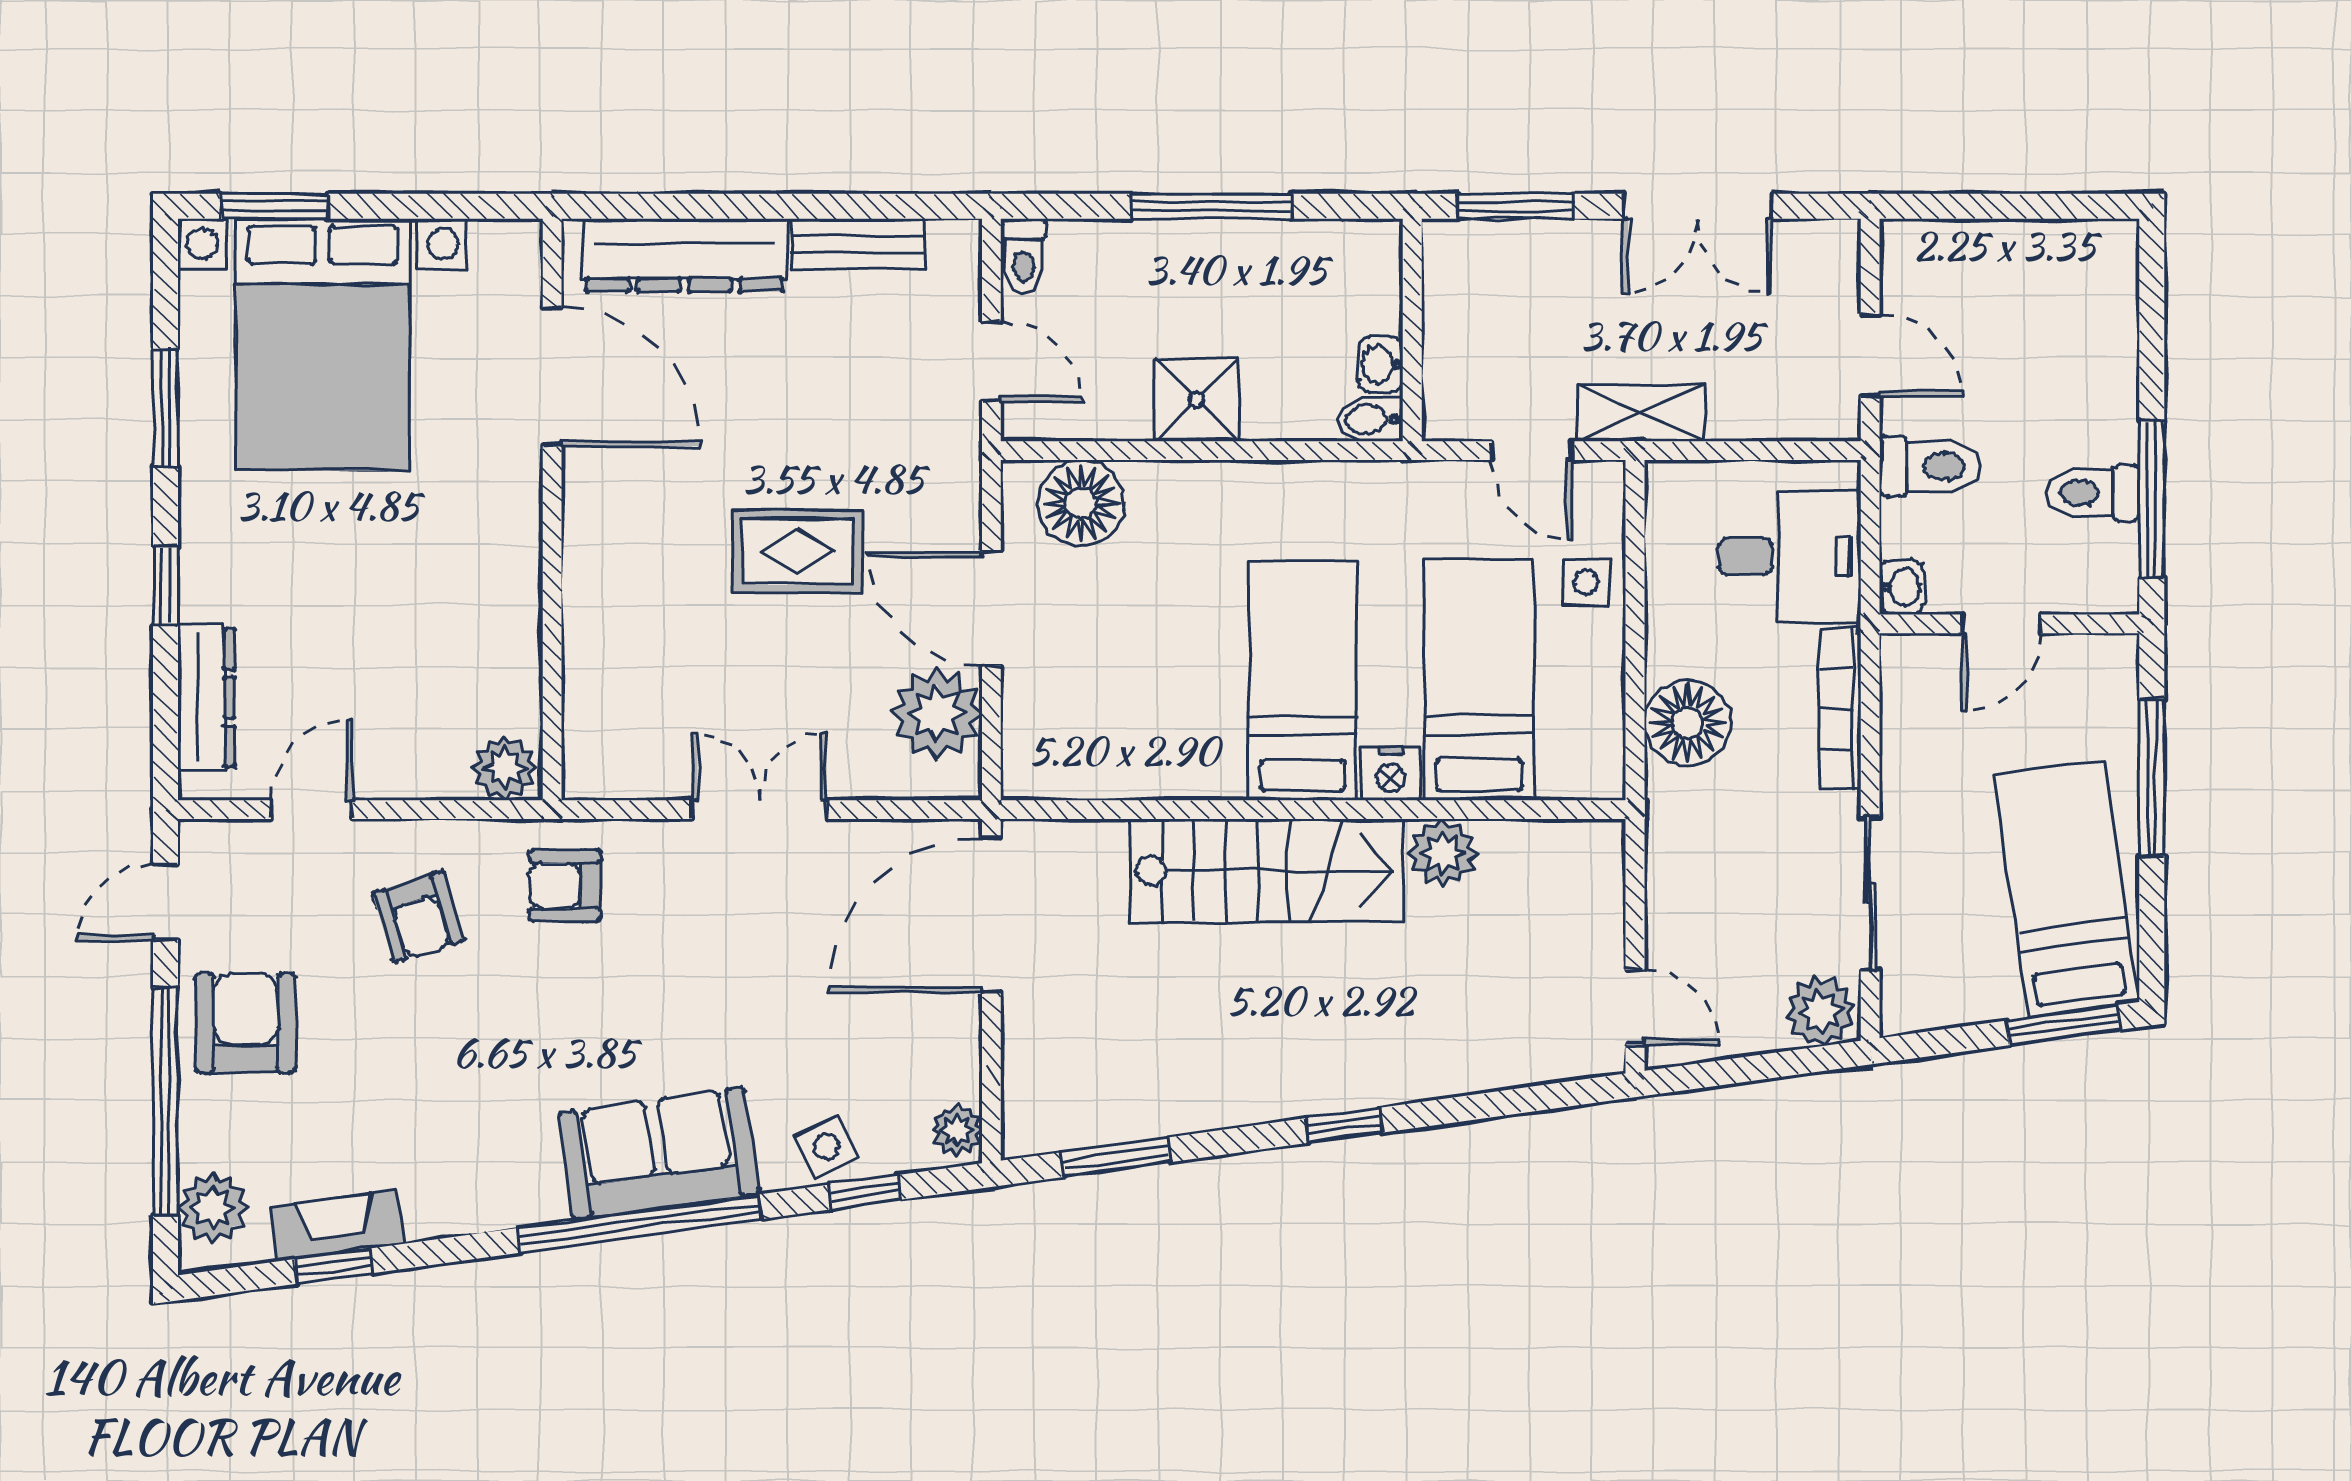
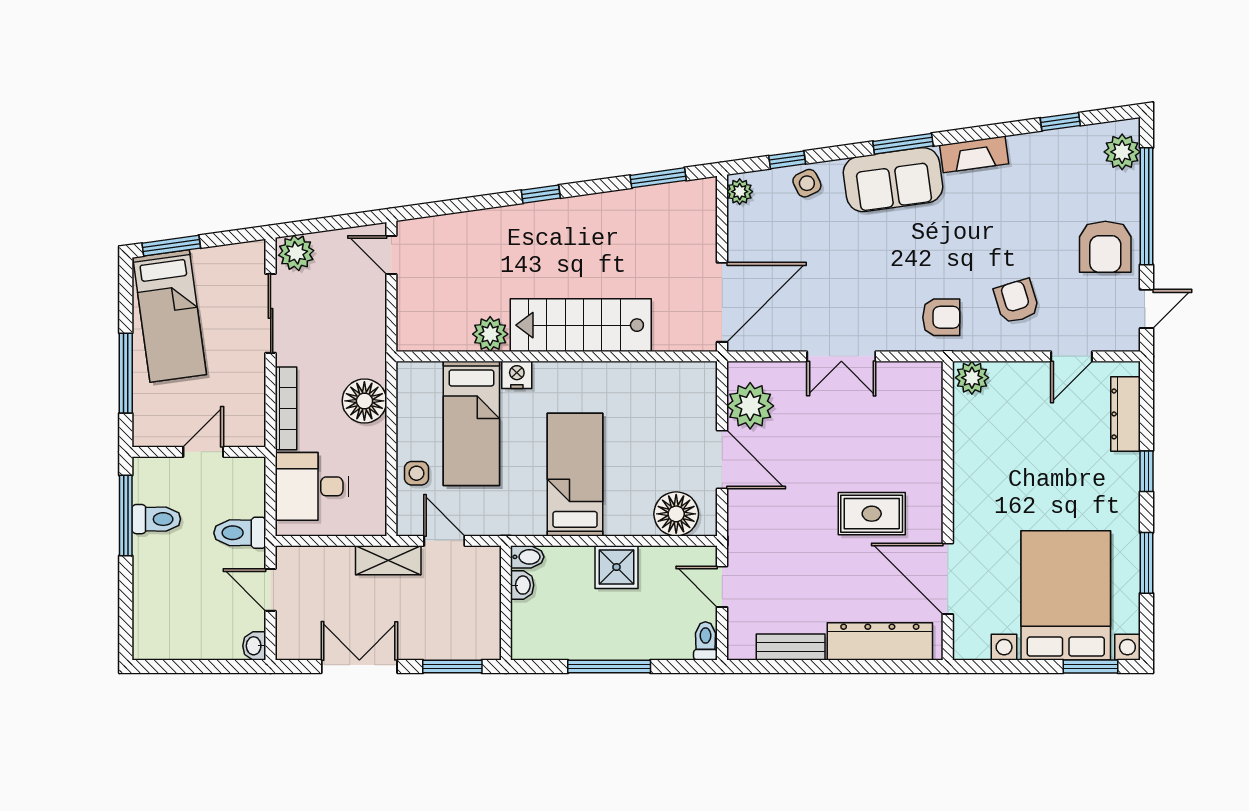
rug: (798, 551) -> (872, 514), moved
washbasin: (1902, 587) -> (254, 646), moved
bed: (1303, 681) -> (575, 475), moved, turned 180
window: (639, 1224) -> (903, 144), width x0.47
fireplace: (337, 1226) -> (974, 154), moved

